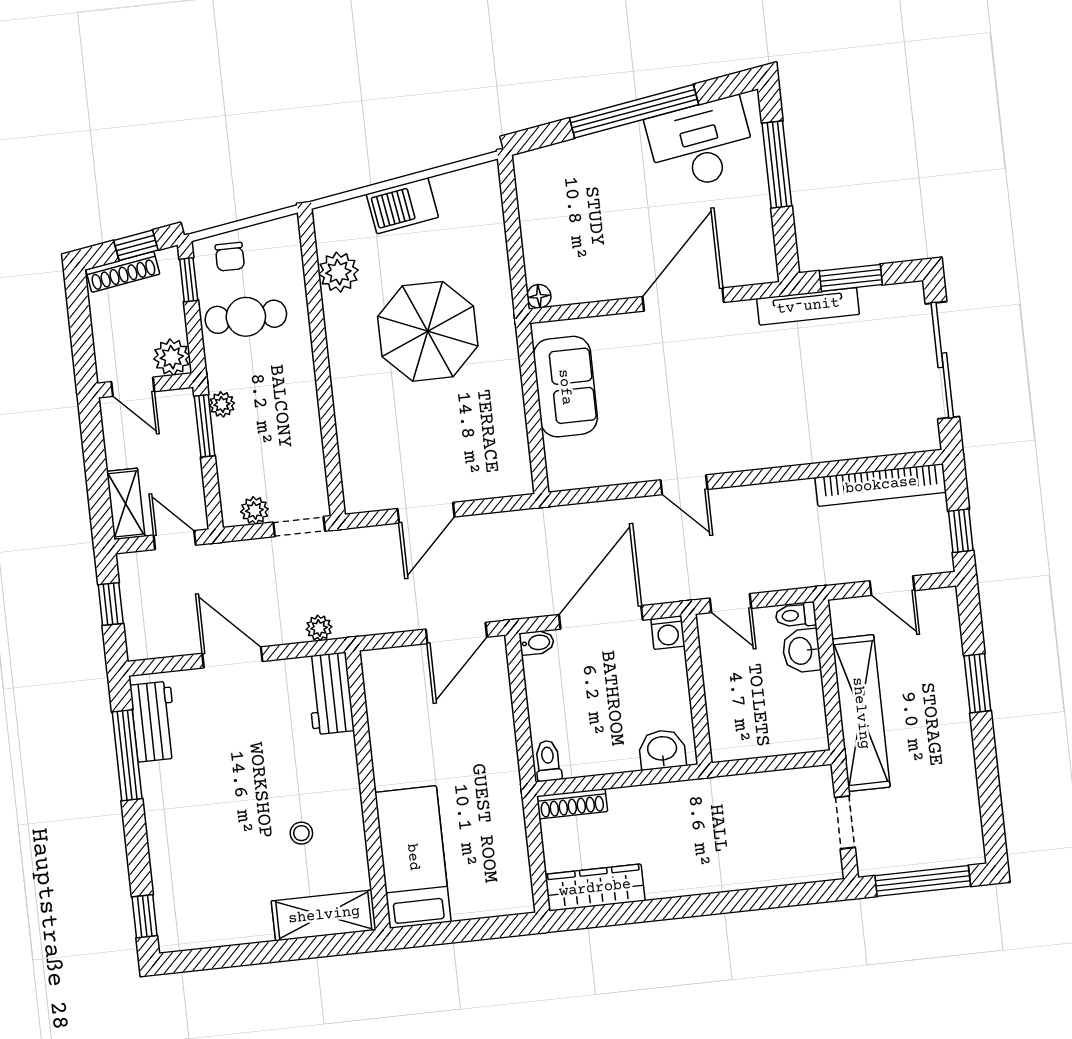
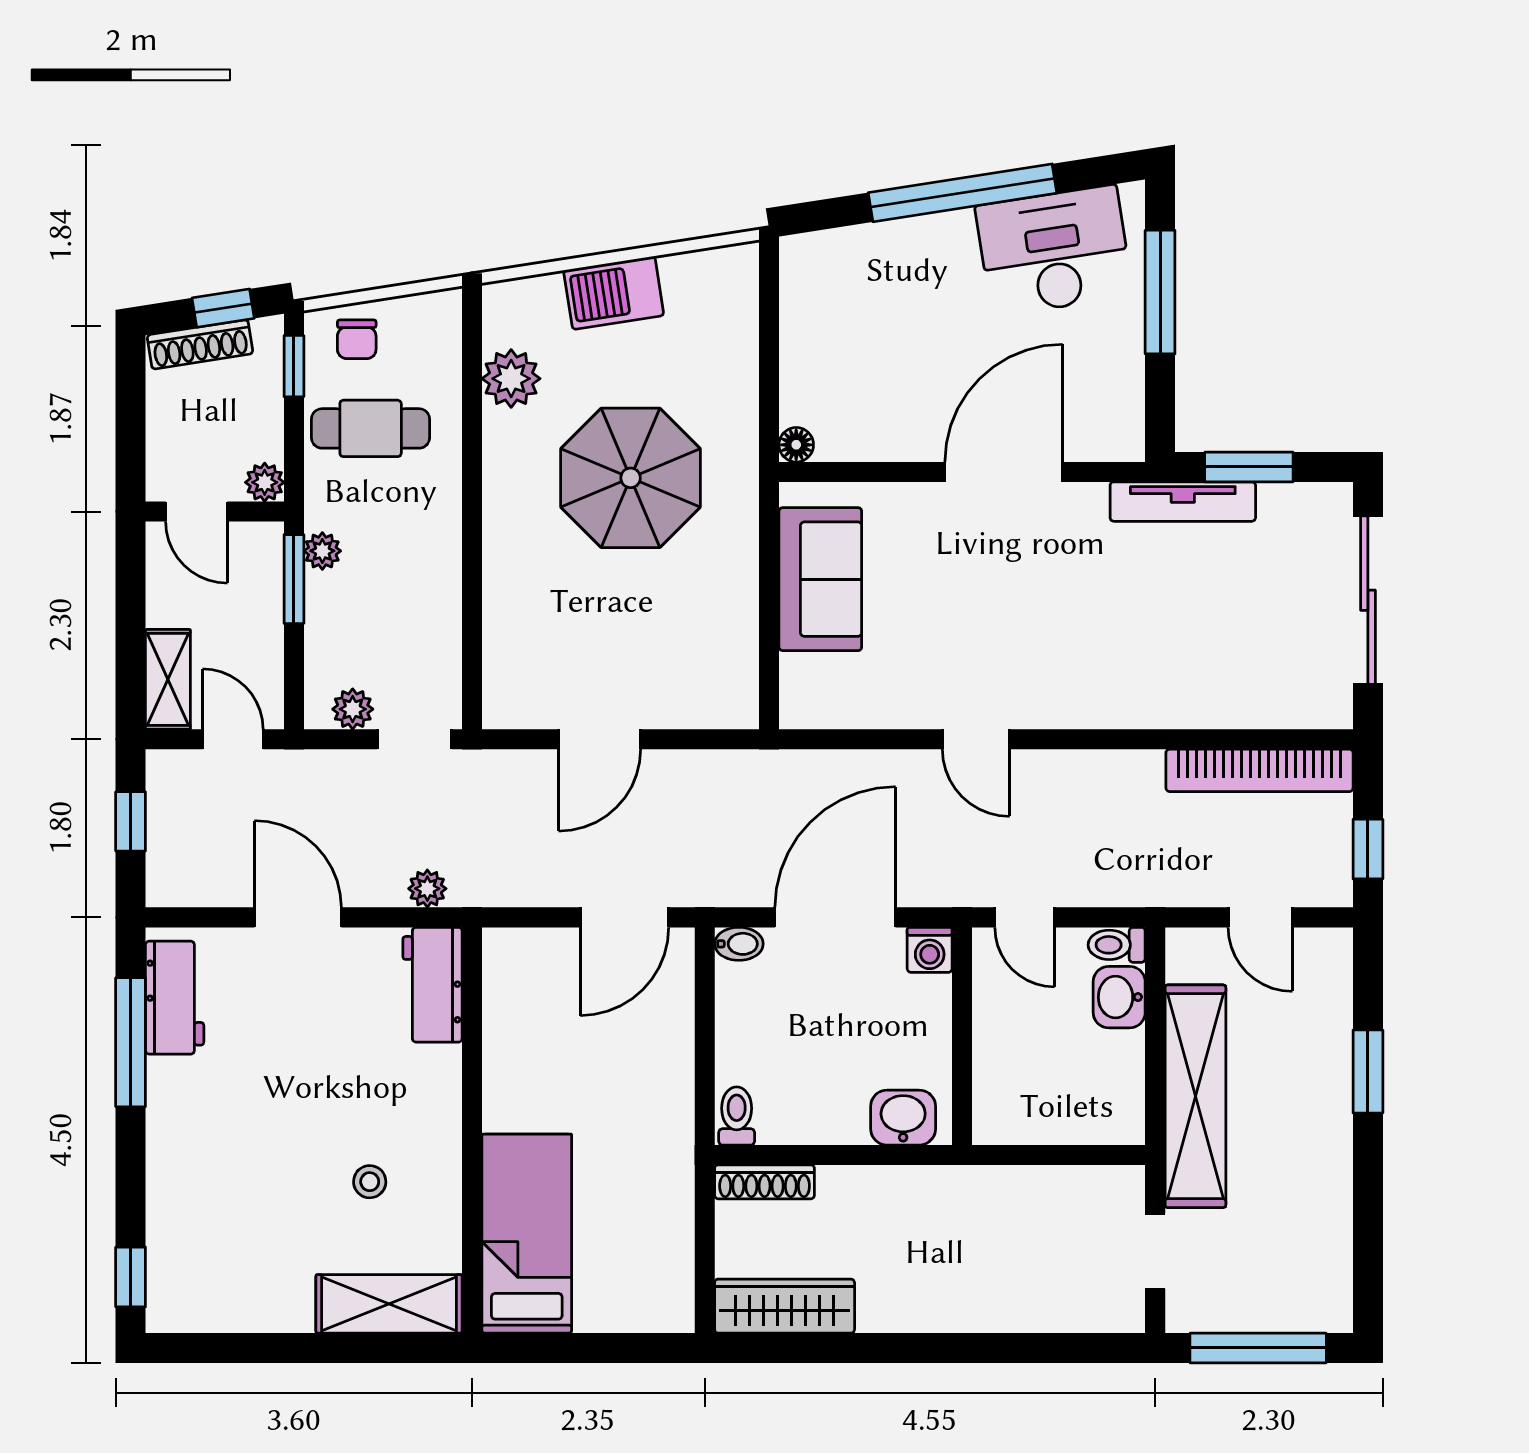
plant: (172, 357) -> (265, 482), width x0.73, depth x0.73

